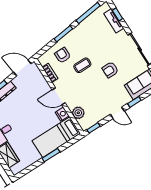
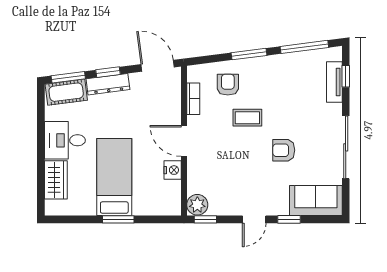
plant: (78, 113) -> (197, 205), moved
door: (117, 113) -> (254, 219), hinge flipped
bed: (56, 137) -> (114, 177), moved, turned 90

